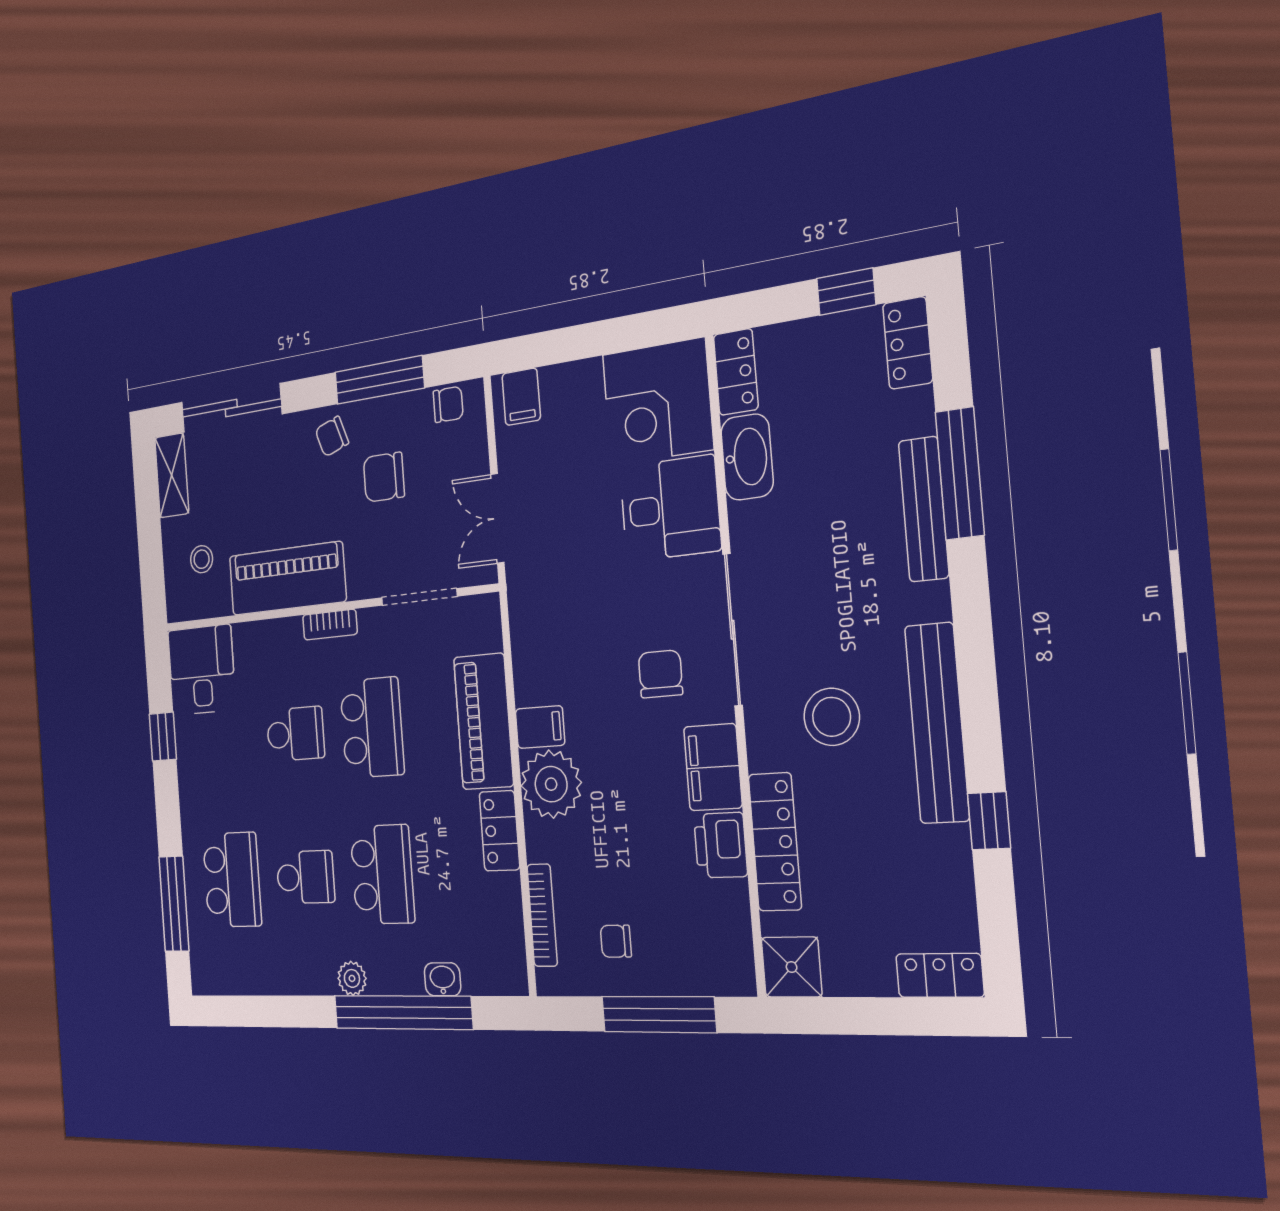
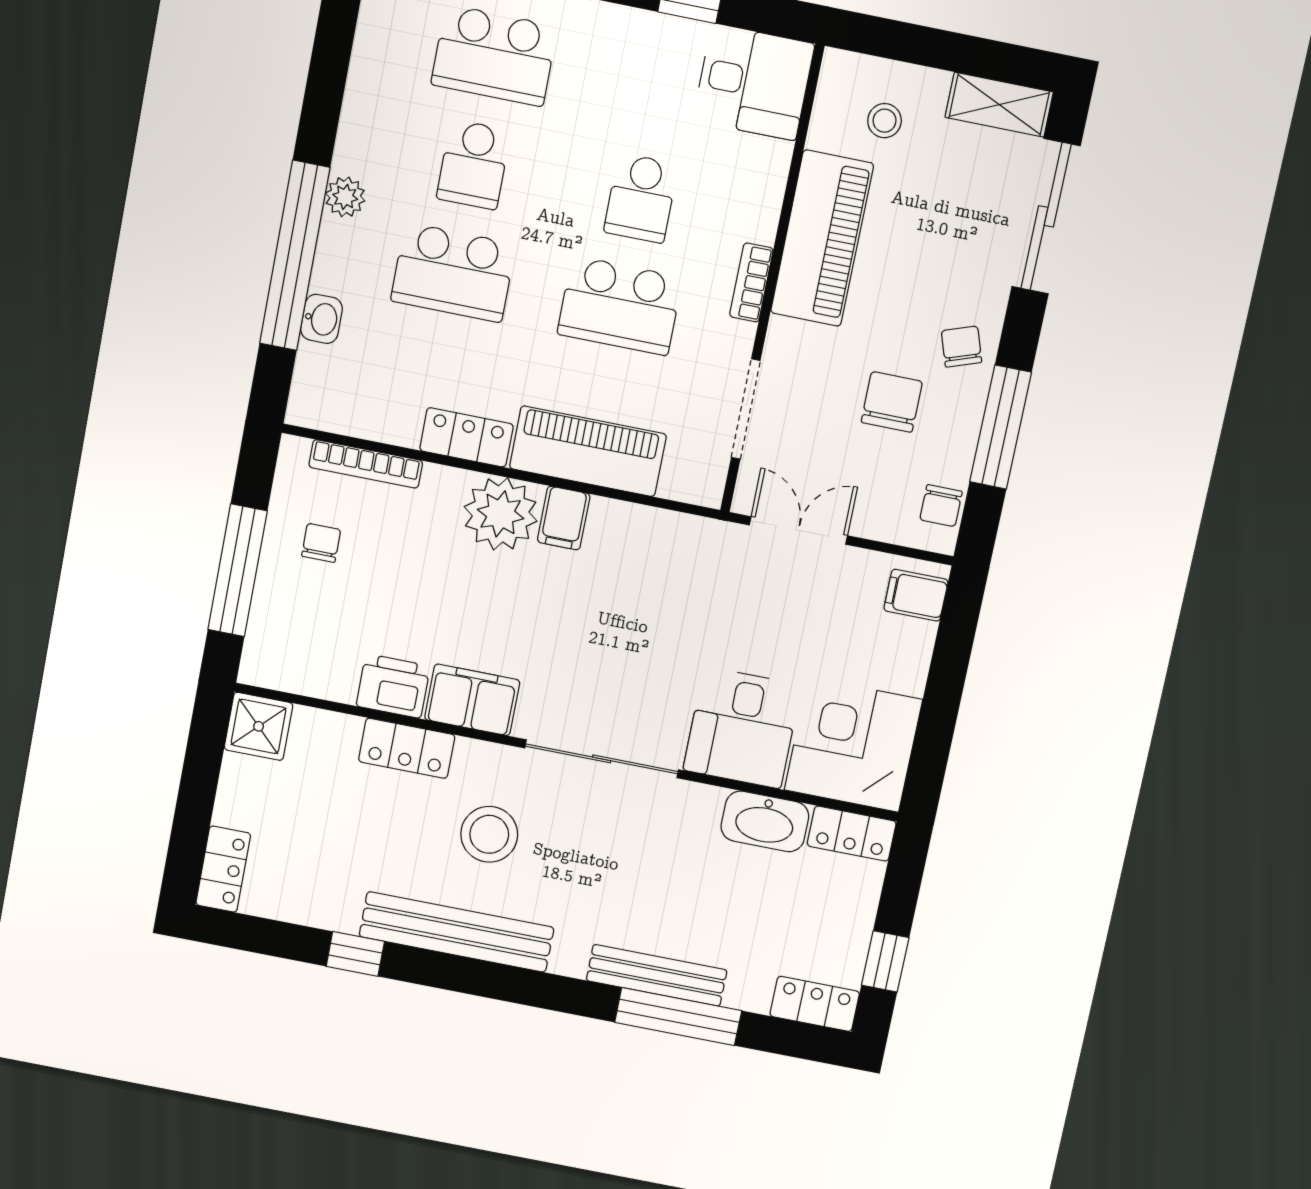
chair: (660, 674) -> (580, 670), removed
locker: (775, 842) -> (407, 748), width x0.66

